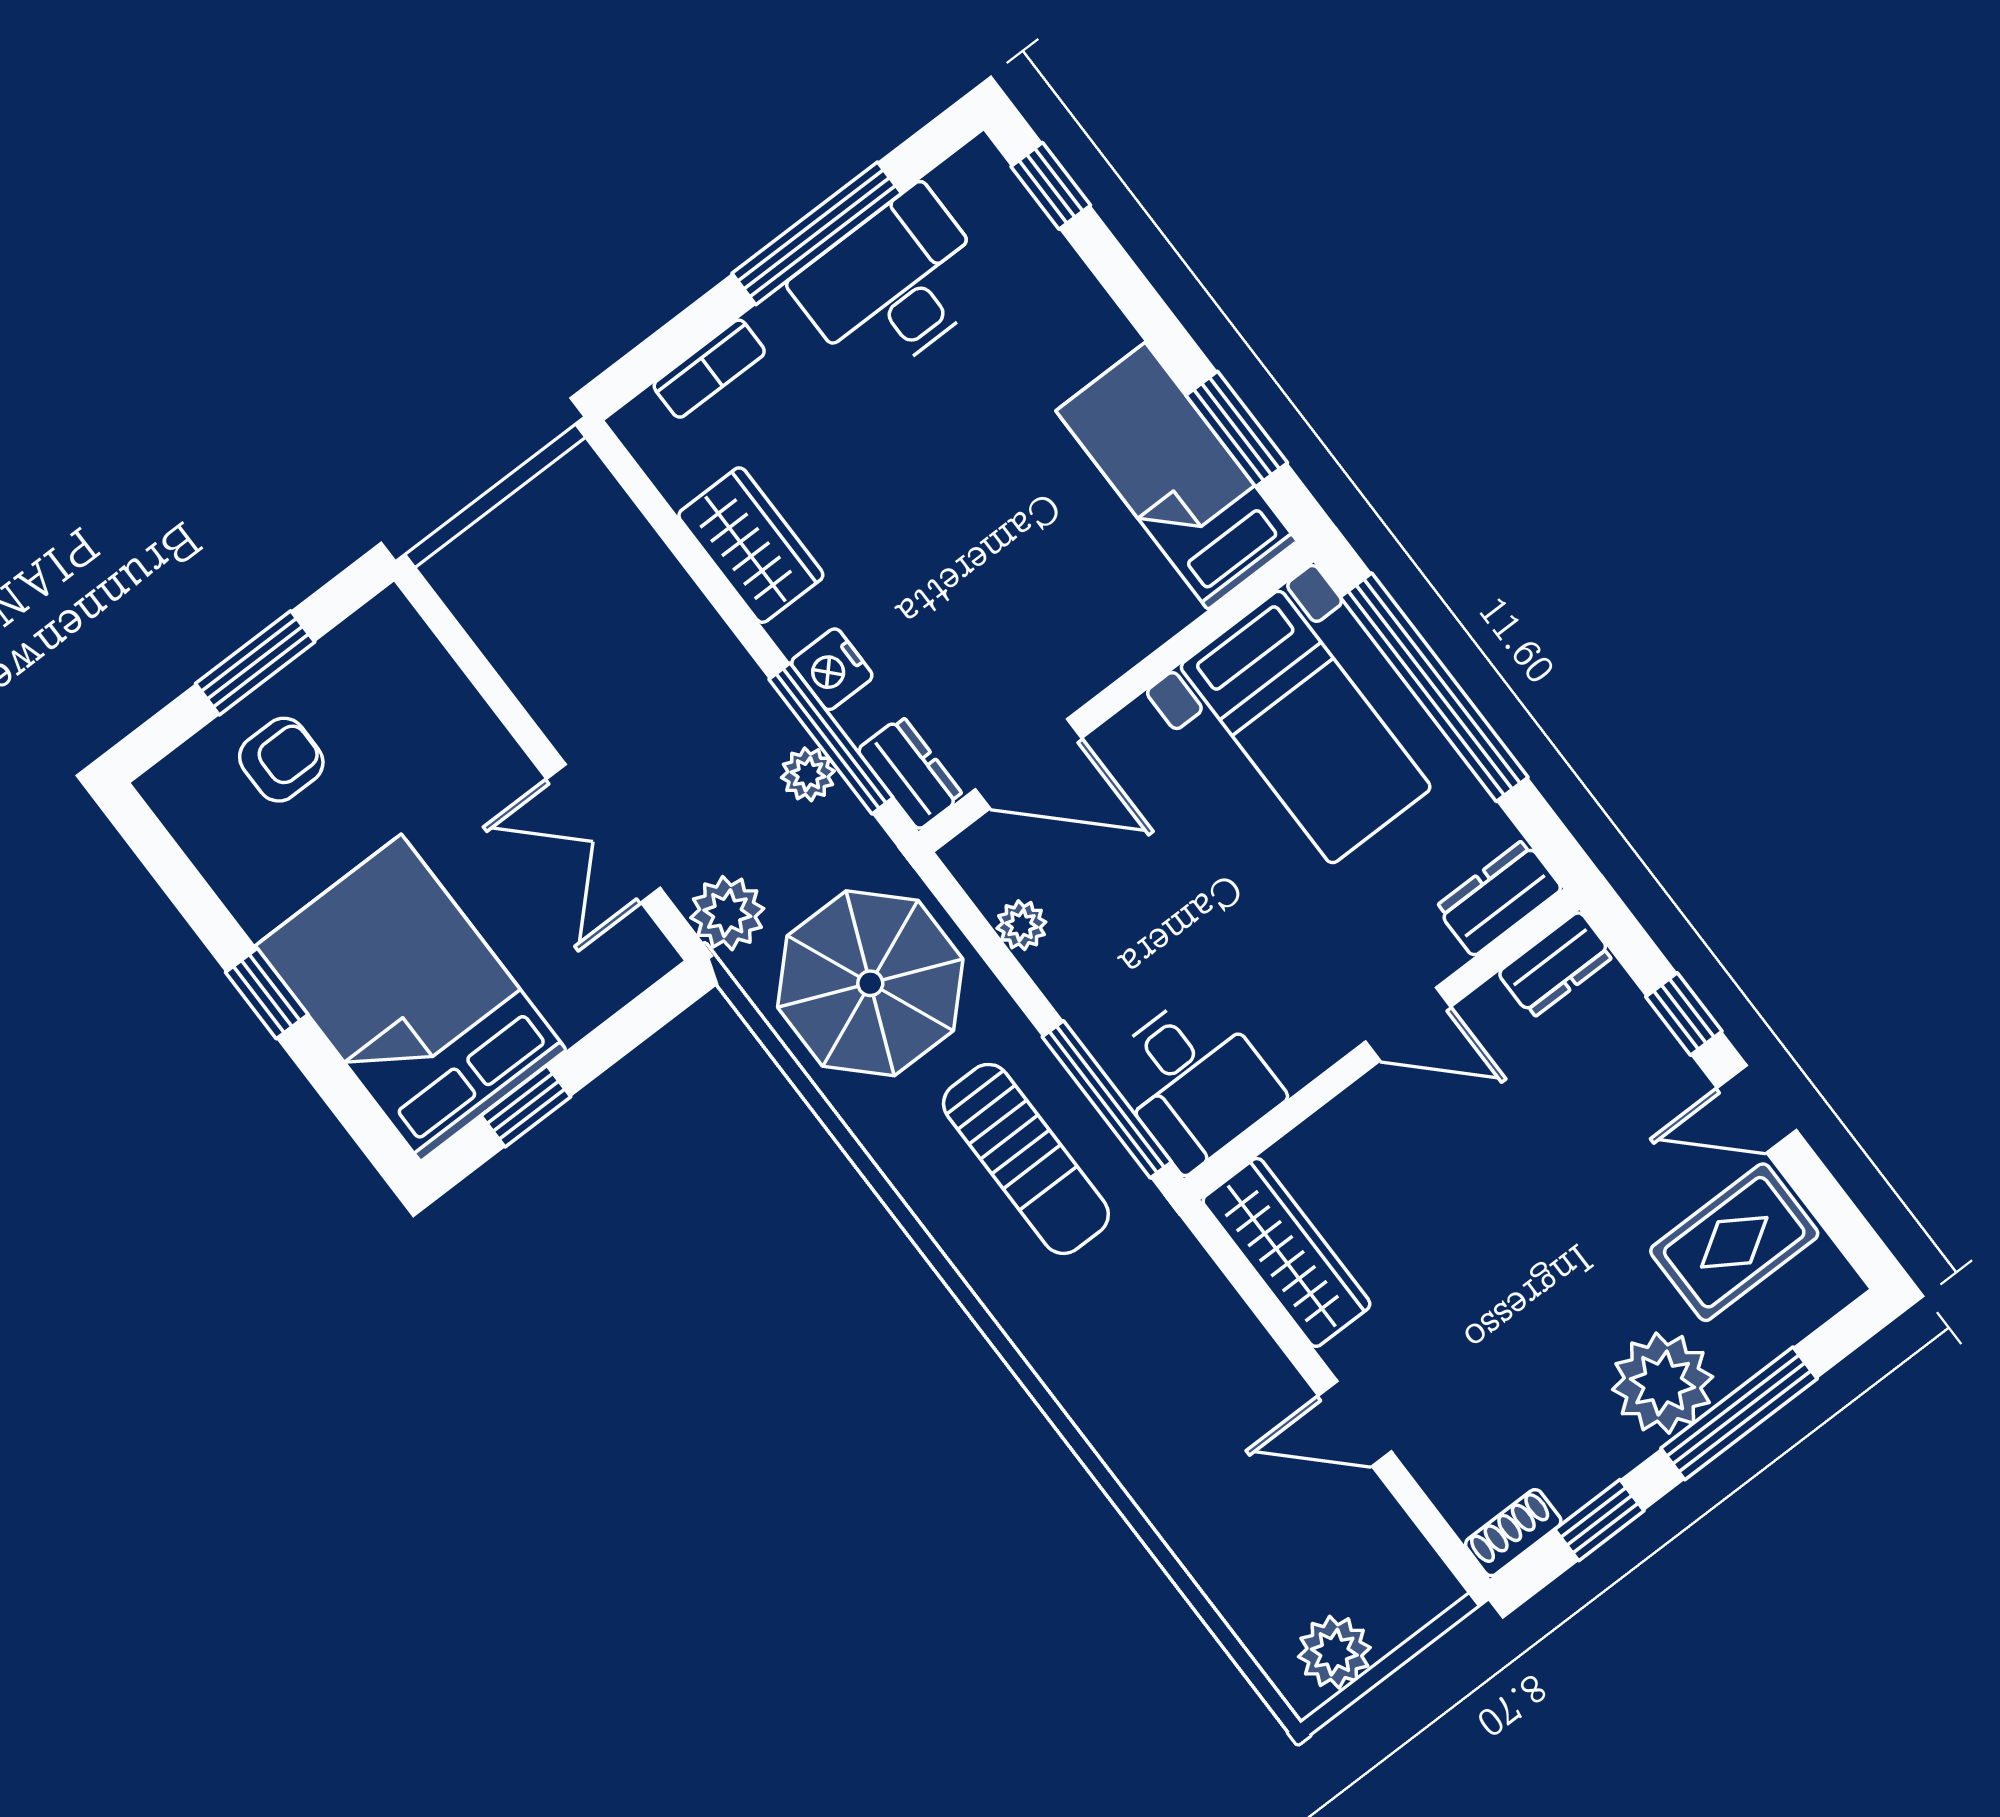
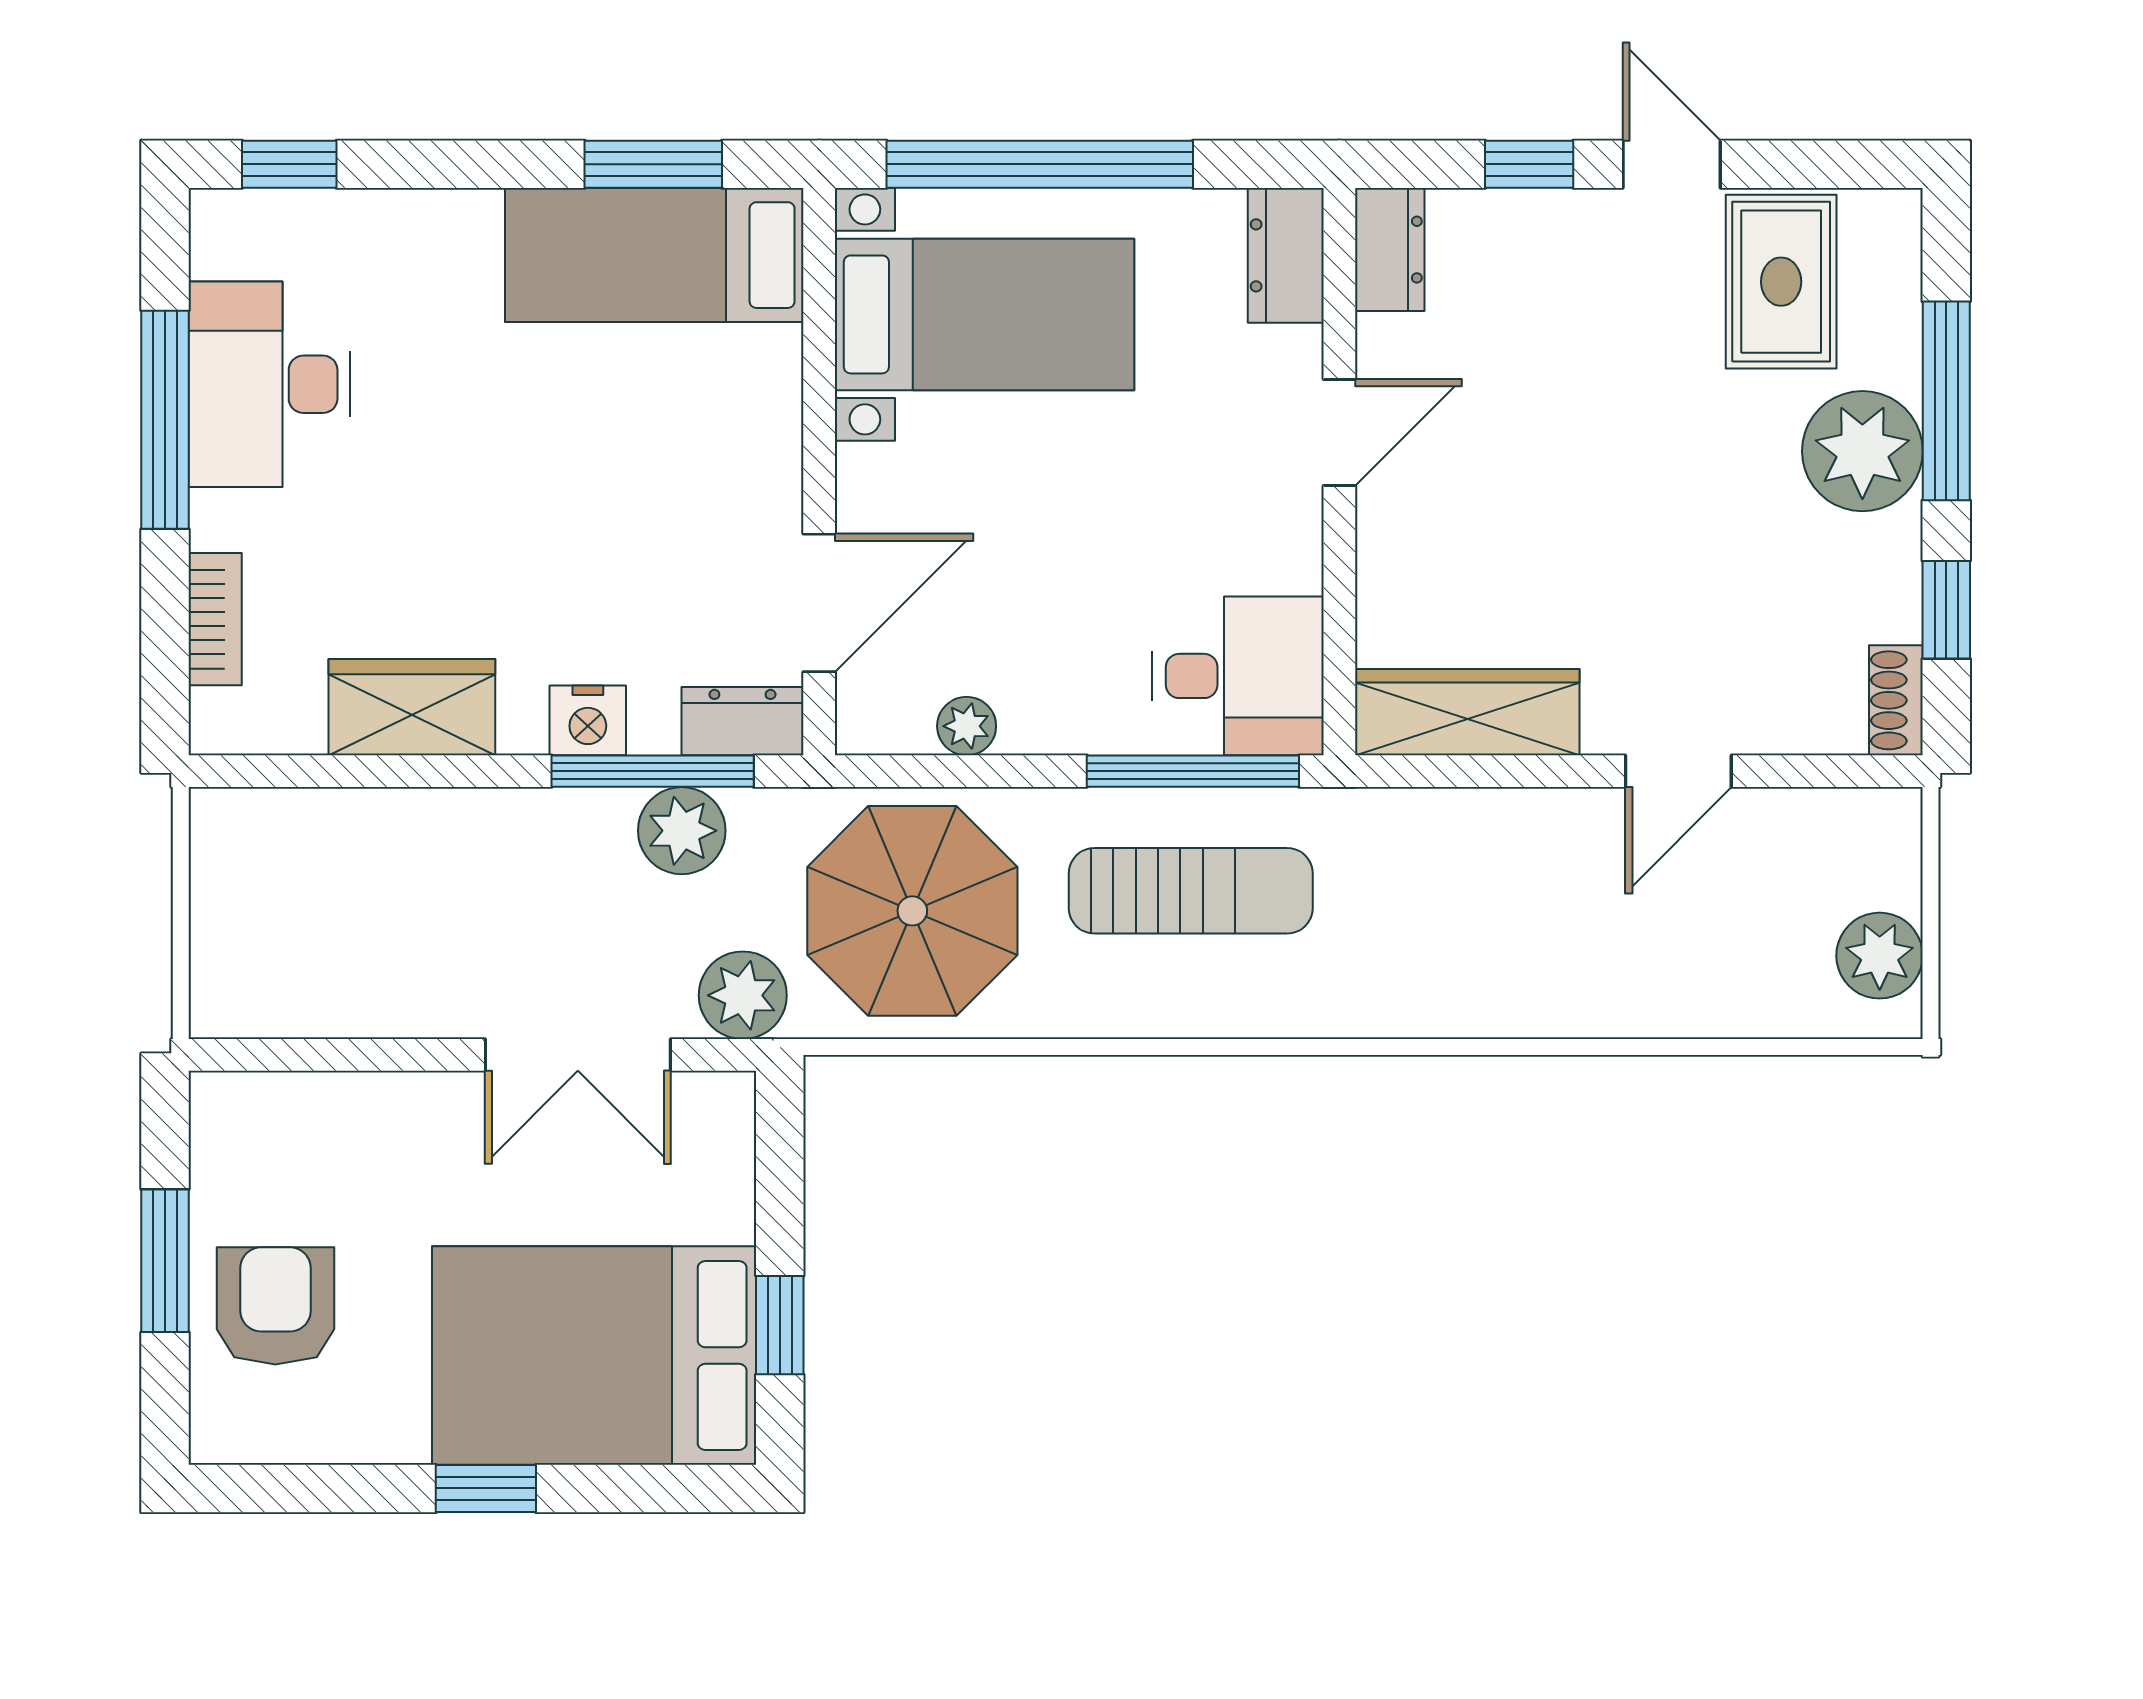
armchair: (281, 760) -> (275, 1306), width x1.38, depth x1.38
plant: (808, 774) -> (682, 831), width x1.38, depth x1.38
door: (1757, 1109) -> (1672, 164), swing flipped

